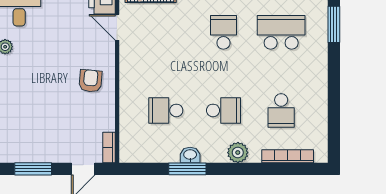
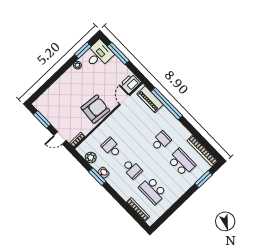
armchair: (91, 81) -> (95, 109), width x1.88, depth x1.88
school desk: (281, 110) -> (153, 190), width x1.85
plant: (238, 153) -> (91, 157), moved

